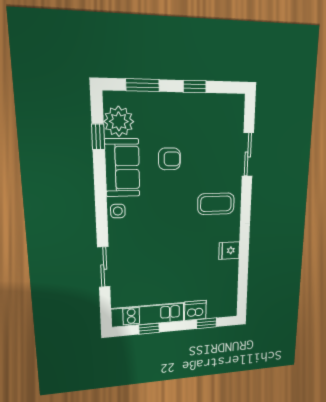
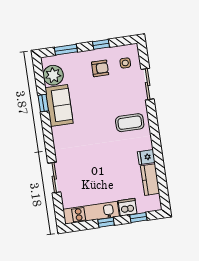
window: (98, 137) -> (43, 103), moved
armchair: (169, 159) -> (100, 68), moved
side table: (118, 211) -> (125, 63), moved
kitchen counter: (229, 279) -> (150, 180), added
window: (149, 329) -> (106, 222), moved

